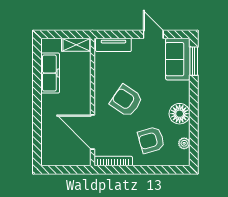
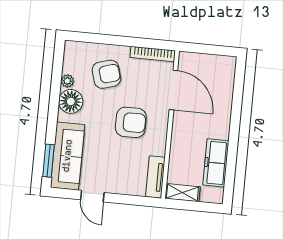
tv unit: (113, 45) -> (155, 177), moved, turned -90
sofa: (178, 59) -> (68, 156), width x1.36
armchair: (126, 101) -> (131, 122), turned -34
plant: (184, 143) -> (67, 81), moved

